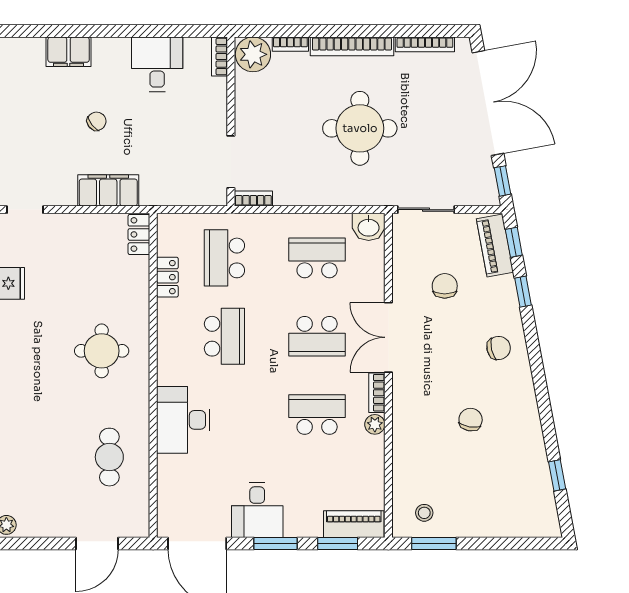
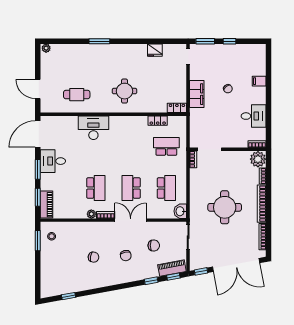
filing cabinet: (69, 52) -> (259, 81), width x0.50
school desk: (224, 336) -> (131, 146), removed
chair: (499, 348) -> (126, 256), moved

